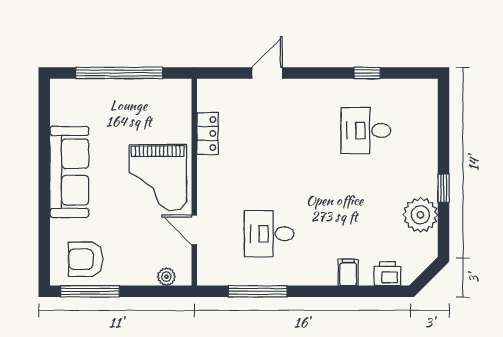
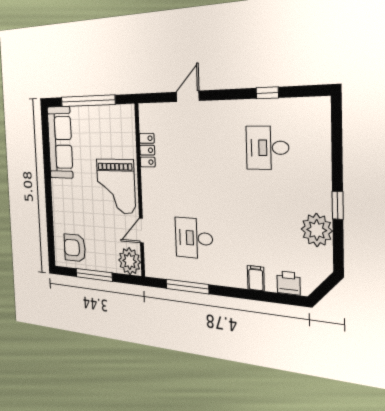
sofa: (69, 172) -> (60, 142), moved
door: (194, 230) -> (141, 231), hinge flipped
plant: (166, 277) -> (130, 261), width x1.88, depth x1.88
window: (90, 291) -> (94, 275), moved

